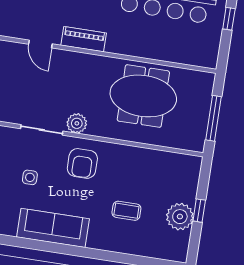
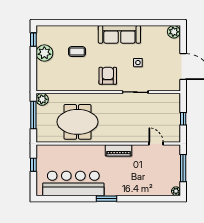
window: (229, 19) -> (33, 165), moved
door: (40, 44) -> (156, 143), moved
plant: (77, 123) -> (42, 99), moved
window: (199, 211) -> (33, 40), moved

